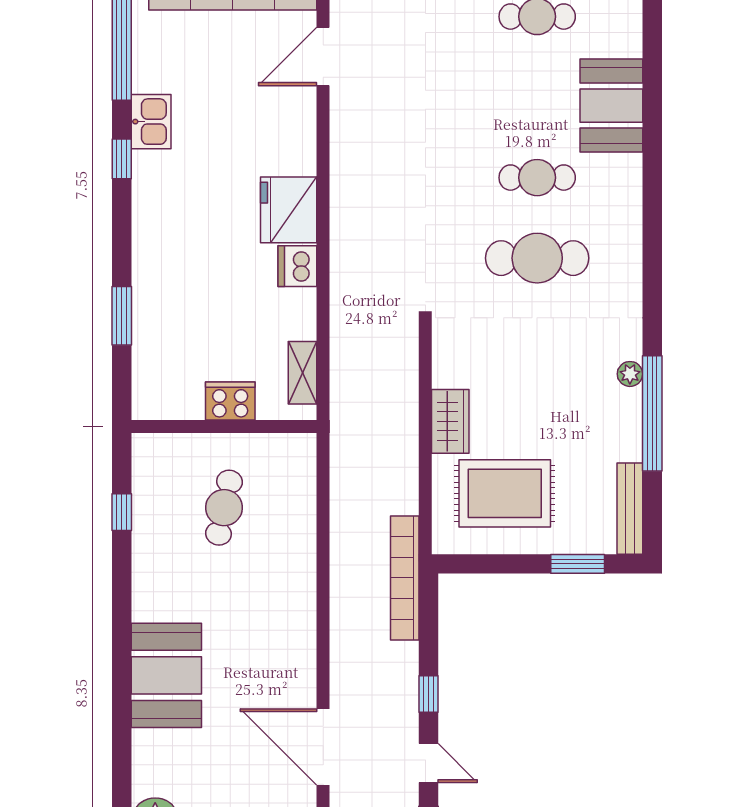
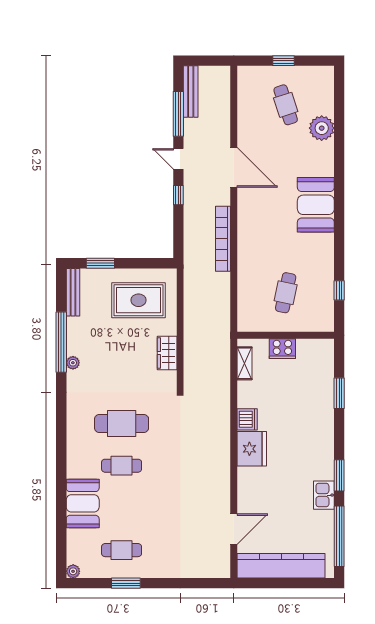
window: (122, 159) -> (339, 475), width x1.50
wardrobe: (450, 421) -> (167, 353), moved
bookcase: (405, 578) -> (223, 239), moved, turned 180

